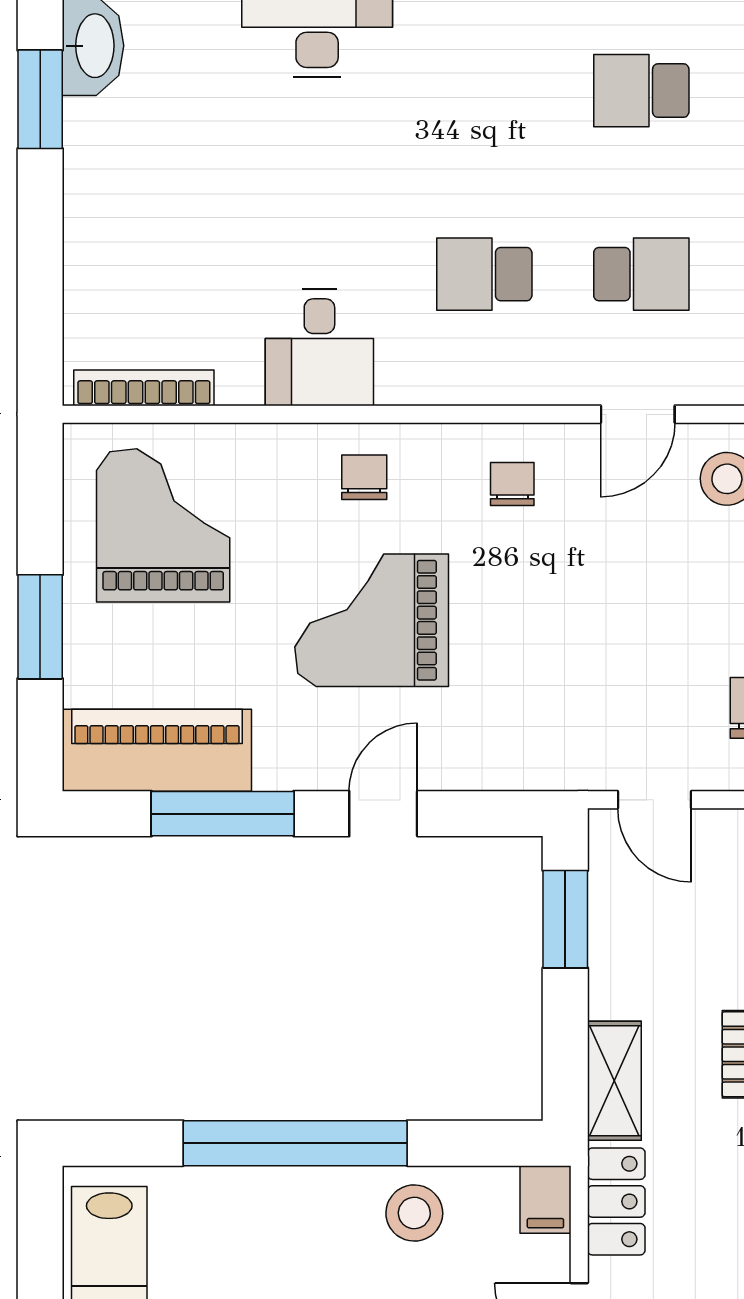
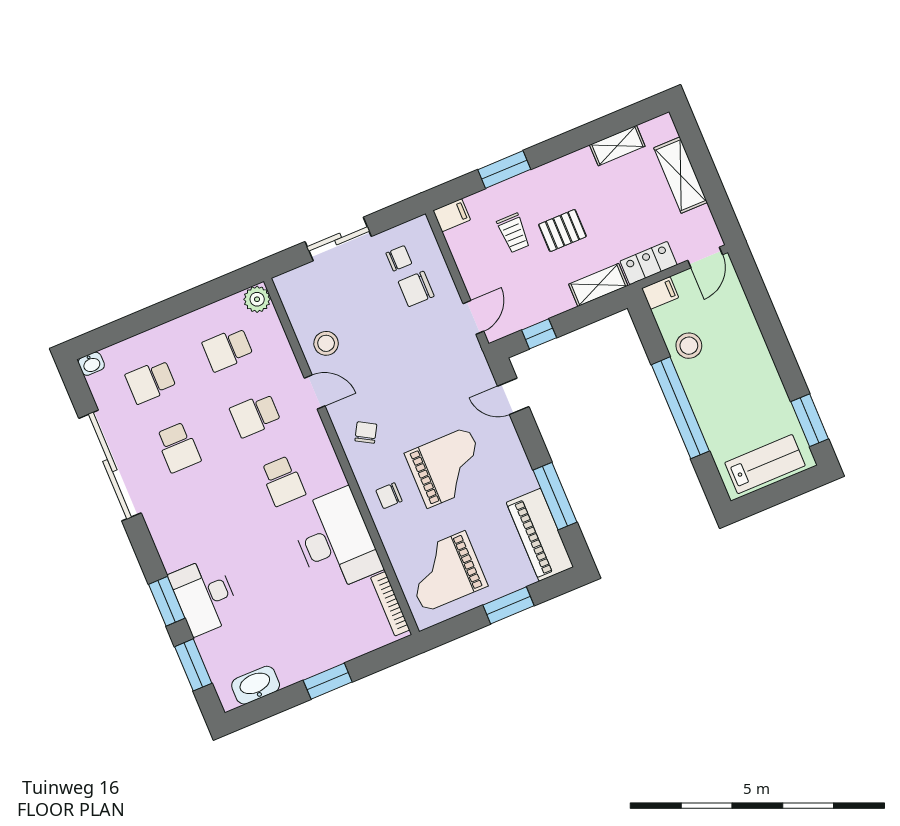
window: (40, 99) -> (328, 681), moved
school desk: (641, 274) -> (255, 415), turned -90
desk: (319, 348) -> (335, 540), width x1.87, depth x1.30
chair: (512, 484) -> (366, 432), turned 120
grand piano: (372, 620) -> (448, 468), turned -90
door: (383, 814) -> (513, 396), moved
window: (565, 919) -> (539, 334), width x0.67

